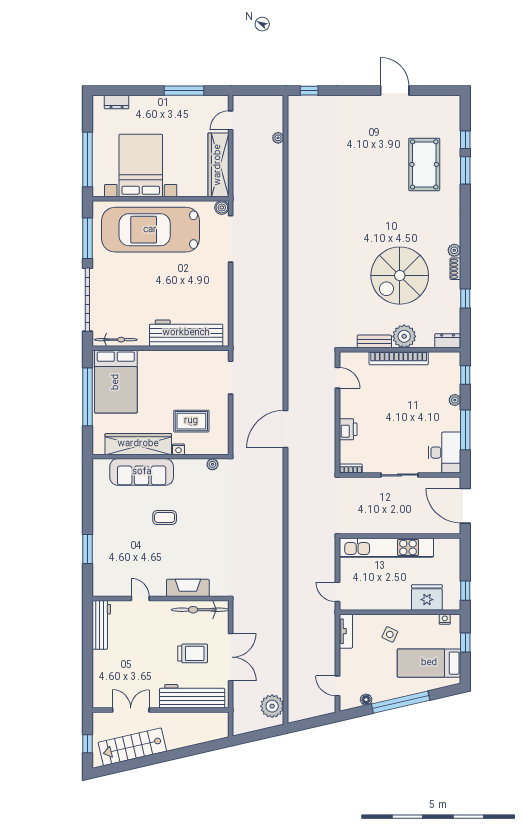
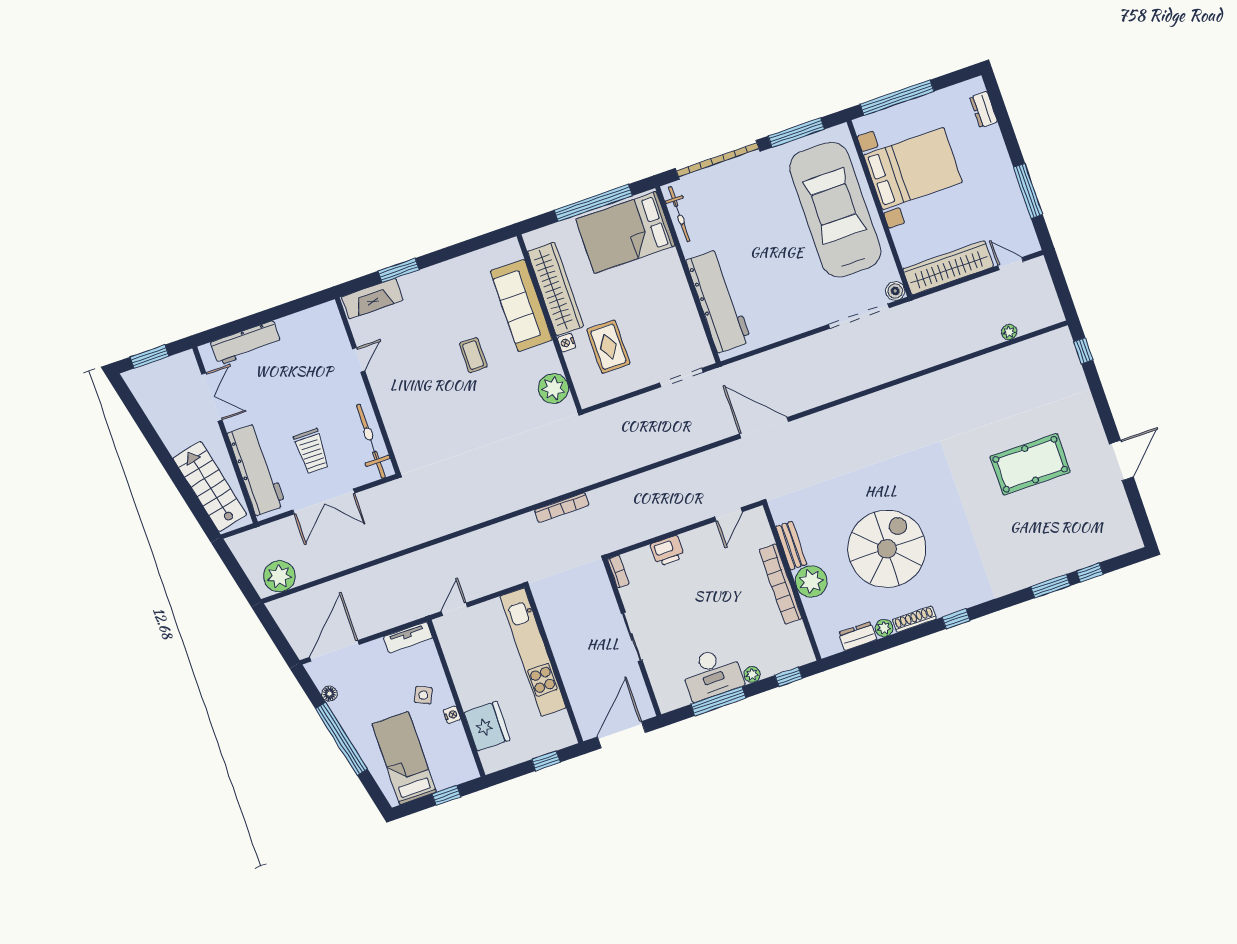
pool table: (424, 164) -> (1030, 464), moved
plant: (454, 250) -> (884, 628), moved
shoe rack: (455, 269) -> (914, 619), width x1.43
spiral stairs: (400, 276) -> (887, 549), turned 90
window: (465, 298) -> (956, 619), moved
dresser: (448, 341) -> (858, 636), moved, turned -90
door: (286, 429) -> (764, 428), moved
desk: (445, 453) -> (712, 674), moved
plant: (212, 464) -> (553, 389), width x1.87, depth x1.87
bookcase: (292, 492) -> (562, 508), added
fireplace: (188, 588) -> (372, 299), moved, turned 90
window: (465, 591) -> (546, 761), moved
nightstand: (445, 619) -> (452, 715), moved
workbench: (101, 625) -> (246, 343), moved
door: (337, 686) -> (334, 651), width x1.87
window: (87, 744) -> (150, 357), width x1.50
stairs: (132, 747) -> (210, 486), moved

